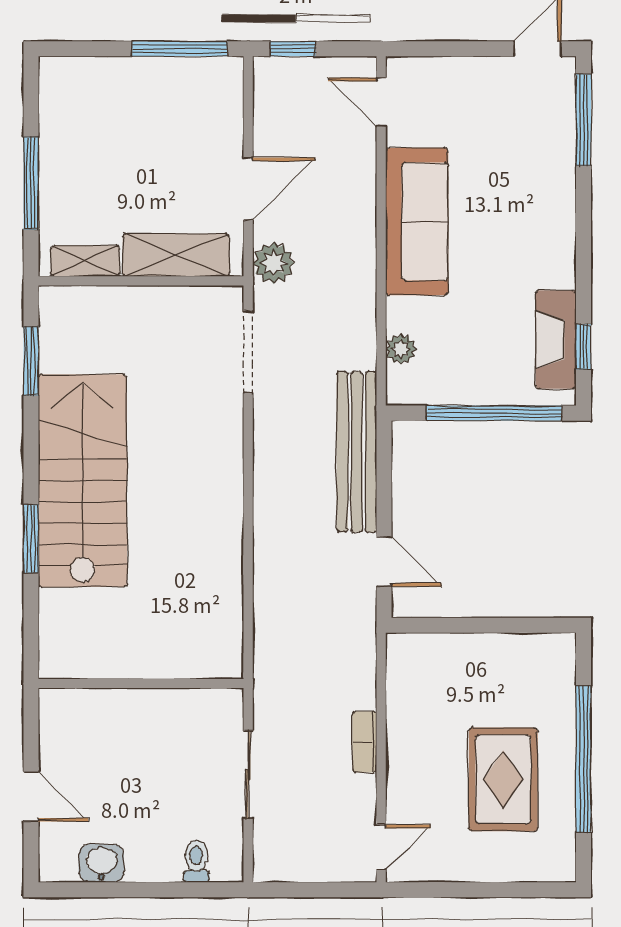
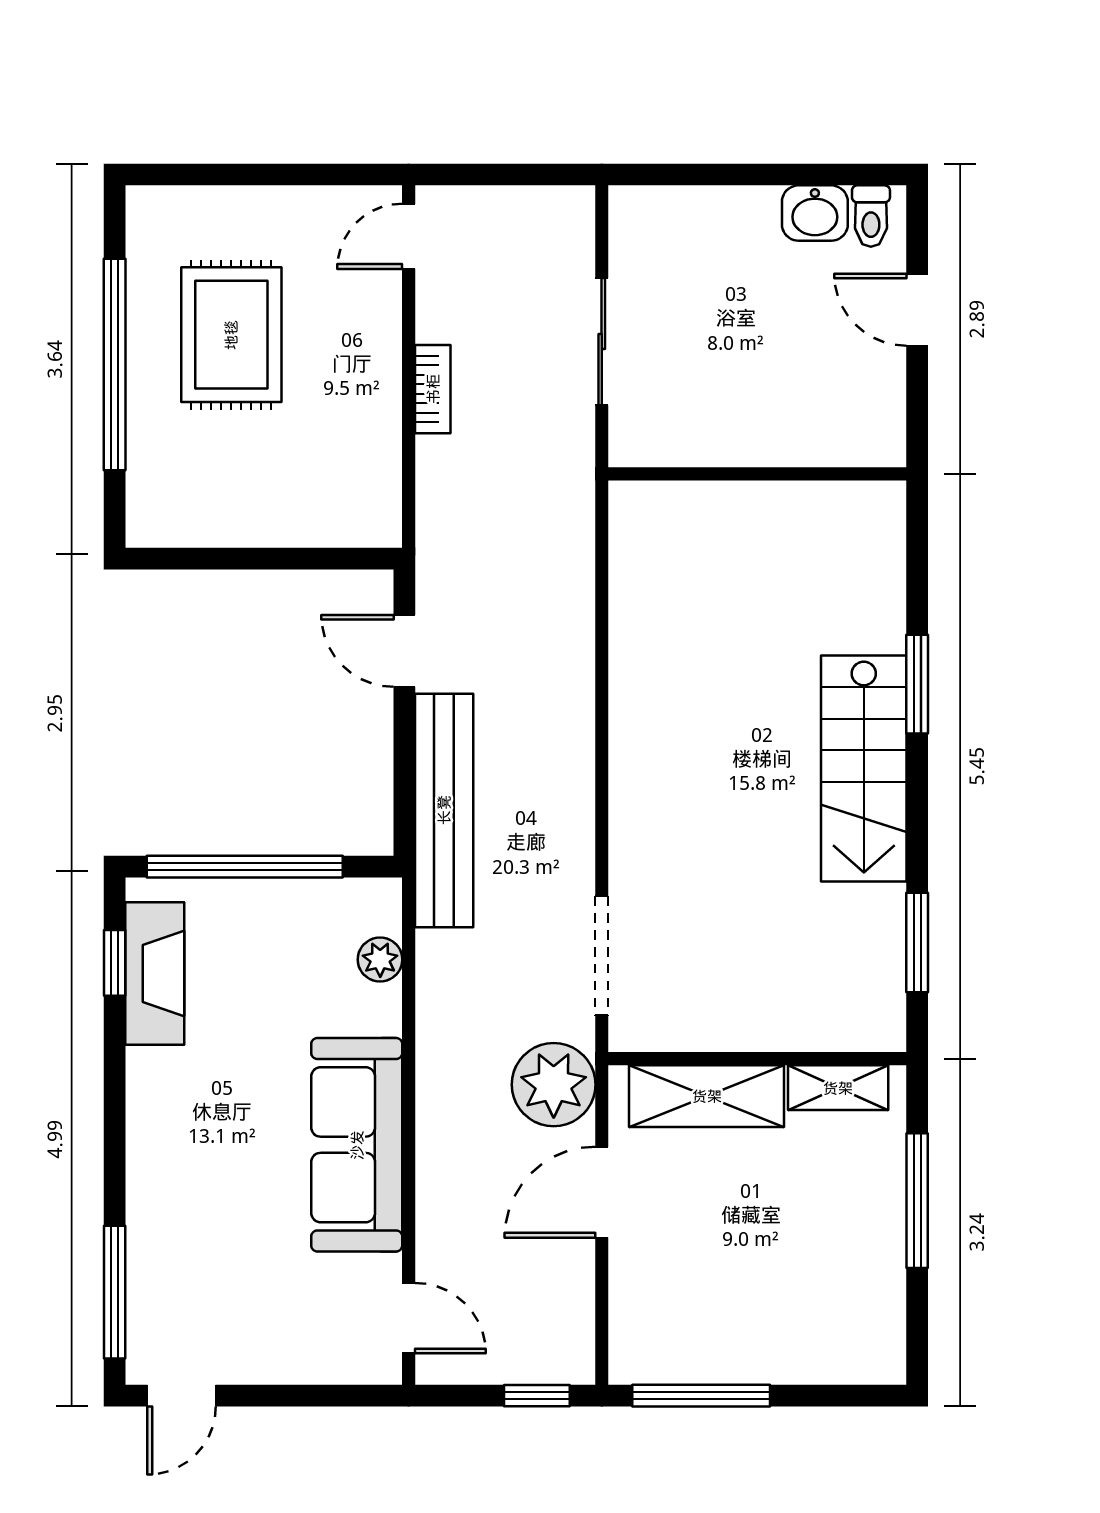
plant: (274, 263) -> (554, 1085), width x1.36, depth x1.36
stairs: (83, 481) -> (864, 769), width x0.73, depth x0.66
toilet: (196, 861) -> (871, 216), moved

